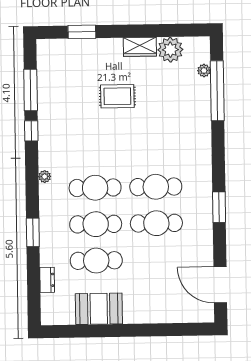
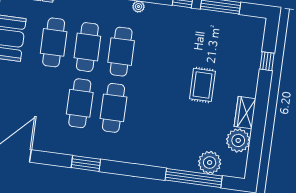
window: (82, 32) -> (267, 61), width x0.67
plant: (204, 71) -> (210, 163), width x1.87, depth x1.87

